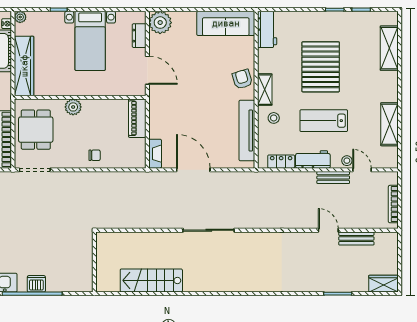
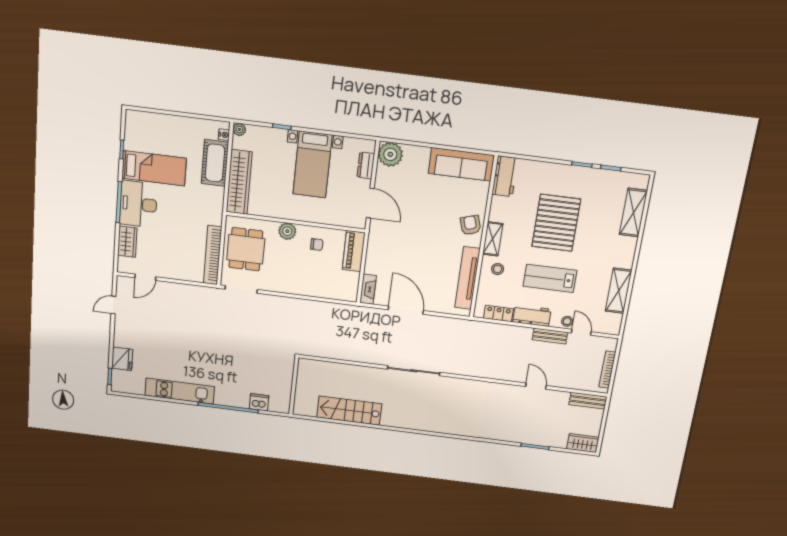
chair: (95, 155) -> (317, 244), moved
bench: (356, 238) -> (588, 401), moved
dishwasher: (36, 284) -> (259, 402), moved

